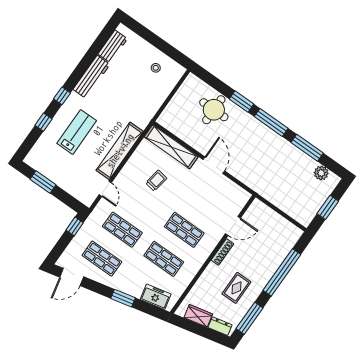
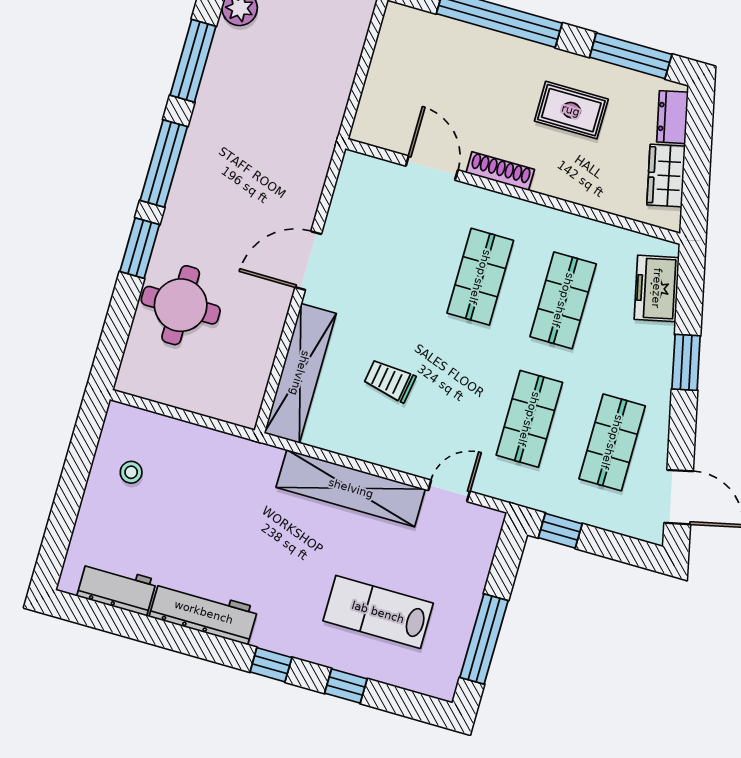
lab bench: (77, 132) -> (378, 612), moved
window: (43, 182) -> (484, 639), width x1.44

